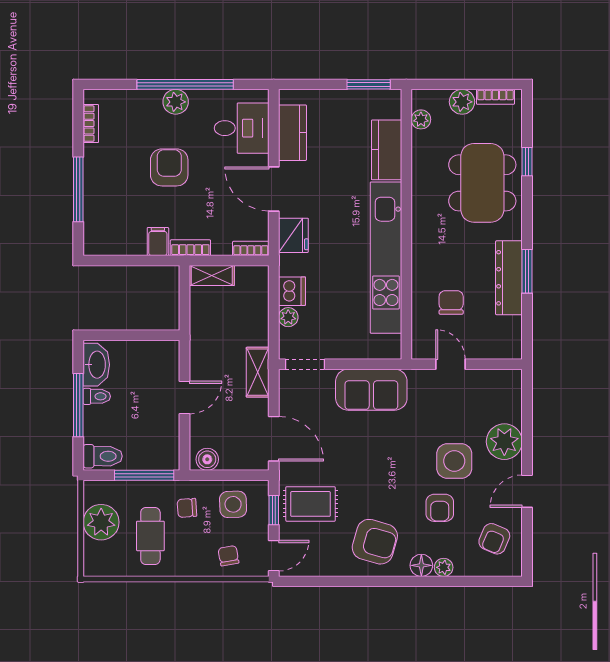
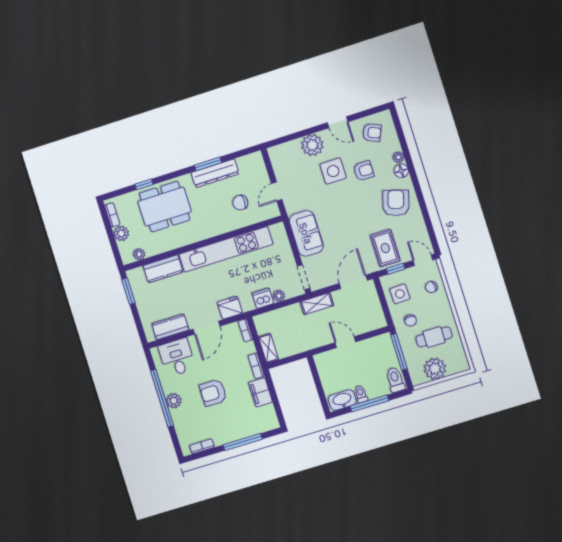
filing cabinet: (158, 242) -> (260, 392), width x2.00
boiler: (207, 459) -> (378, 317), removed

